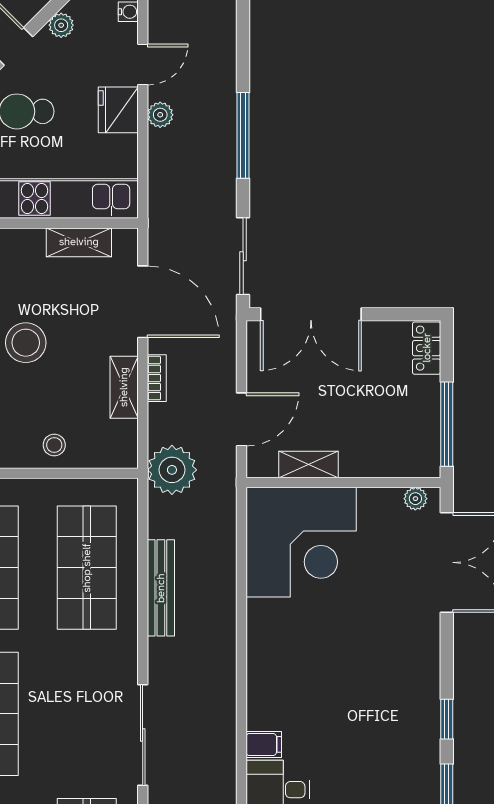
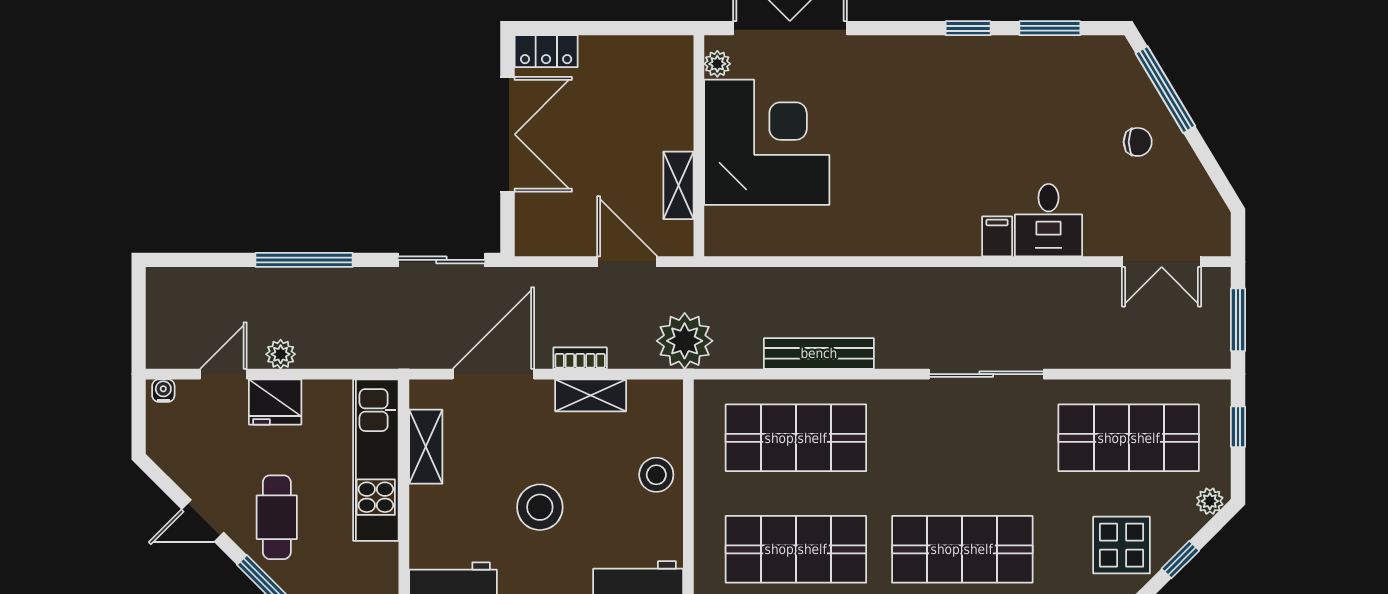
plant: (61, 25) -> (179, 467), removed
door: (143, 65) -> (223, 374), hinge flipped
double door: (311, 314) -> (507, 134), moved
window: (447, 424) -> (633, 28), removed
stool: (54, 445) -> (656, 475), width x1.37, depth x1.37
corner desk: (301, 542) -> (767, 142), moved

